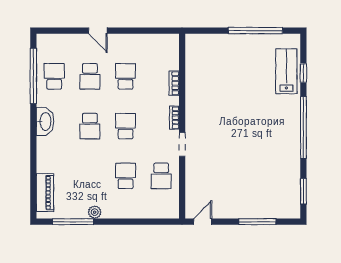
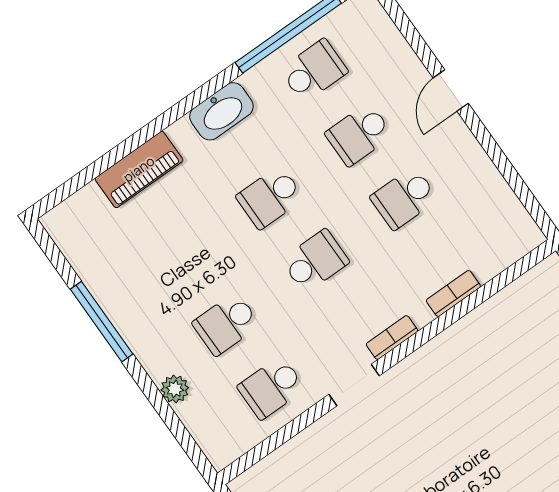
school desk: (126, 76) -> (404, 198), turned 180
school desk: (126, 176) -> (226, 324), turned 180
piano: (45, 193) -> (139, 169), moved
plant: (95, 212) -> (175, 389), moved
window: (73, 222) -> (102, 322), moved

